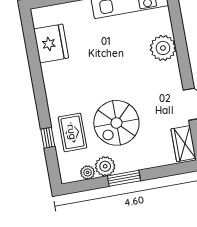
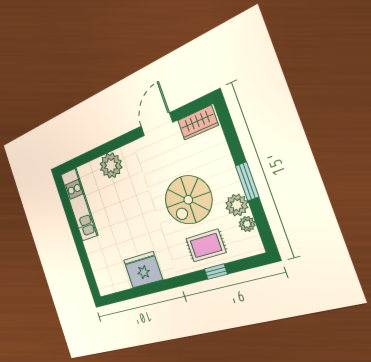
fridge: (51, 43) -> (143, 270), moved
spiral stairs: (116, 123) -> (188, 200), turned 90

